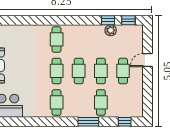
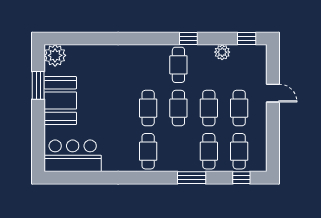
window: (108, 20) -> (188, 38), moved
cafe table: (57, 39) -> (178, 65), moved
door: (148, 60) -> (273, 93), swing flipped
cafe table: (123, 102) -> (239, 151), added

